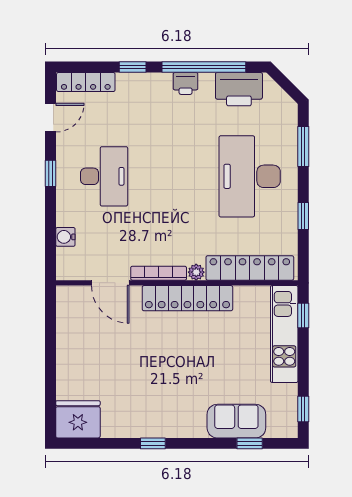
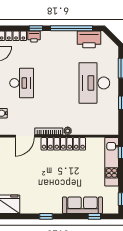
printer: (186, 83) -> (34, 37), moved
locker: (250, 268) -> (94, 129), removed
door: (110, 283) -> (25, 136), hinge flipped
sofa: (236, 421) -> (82, 205), width x1.36

